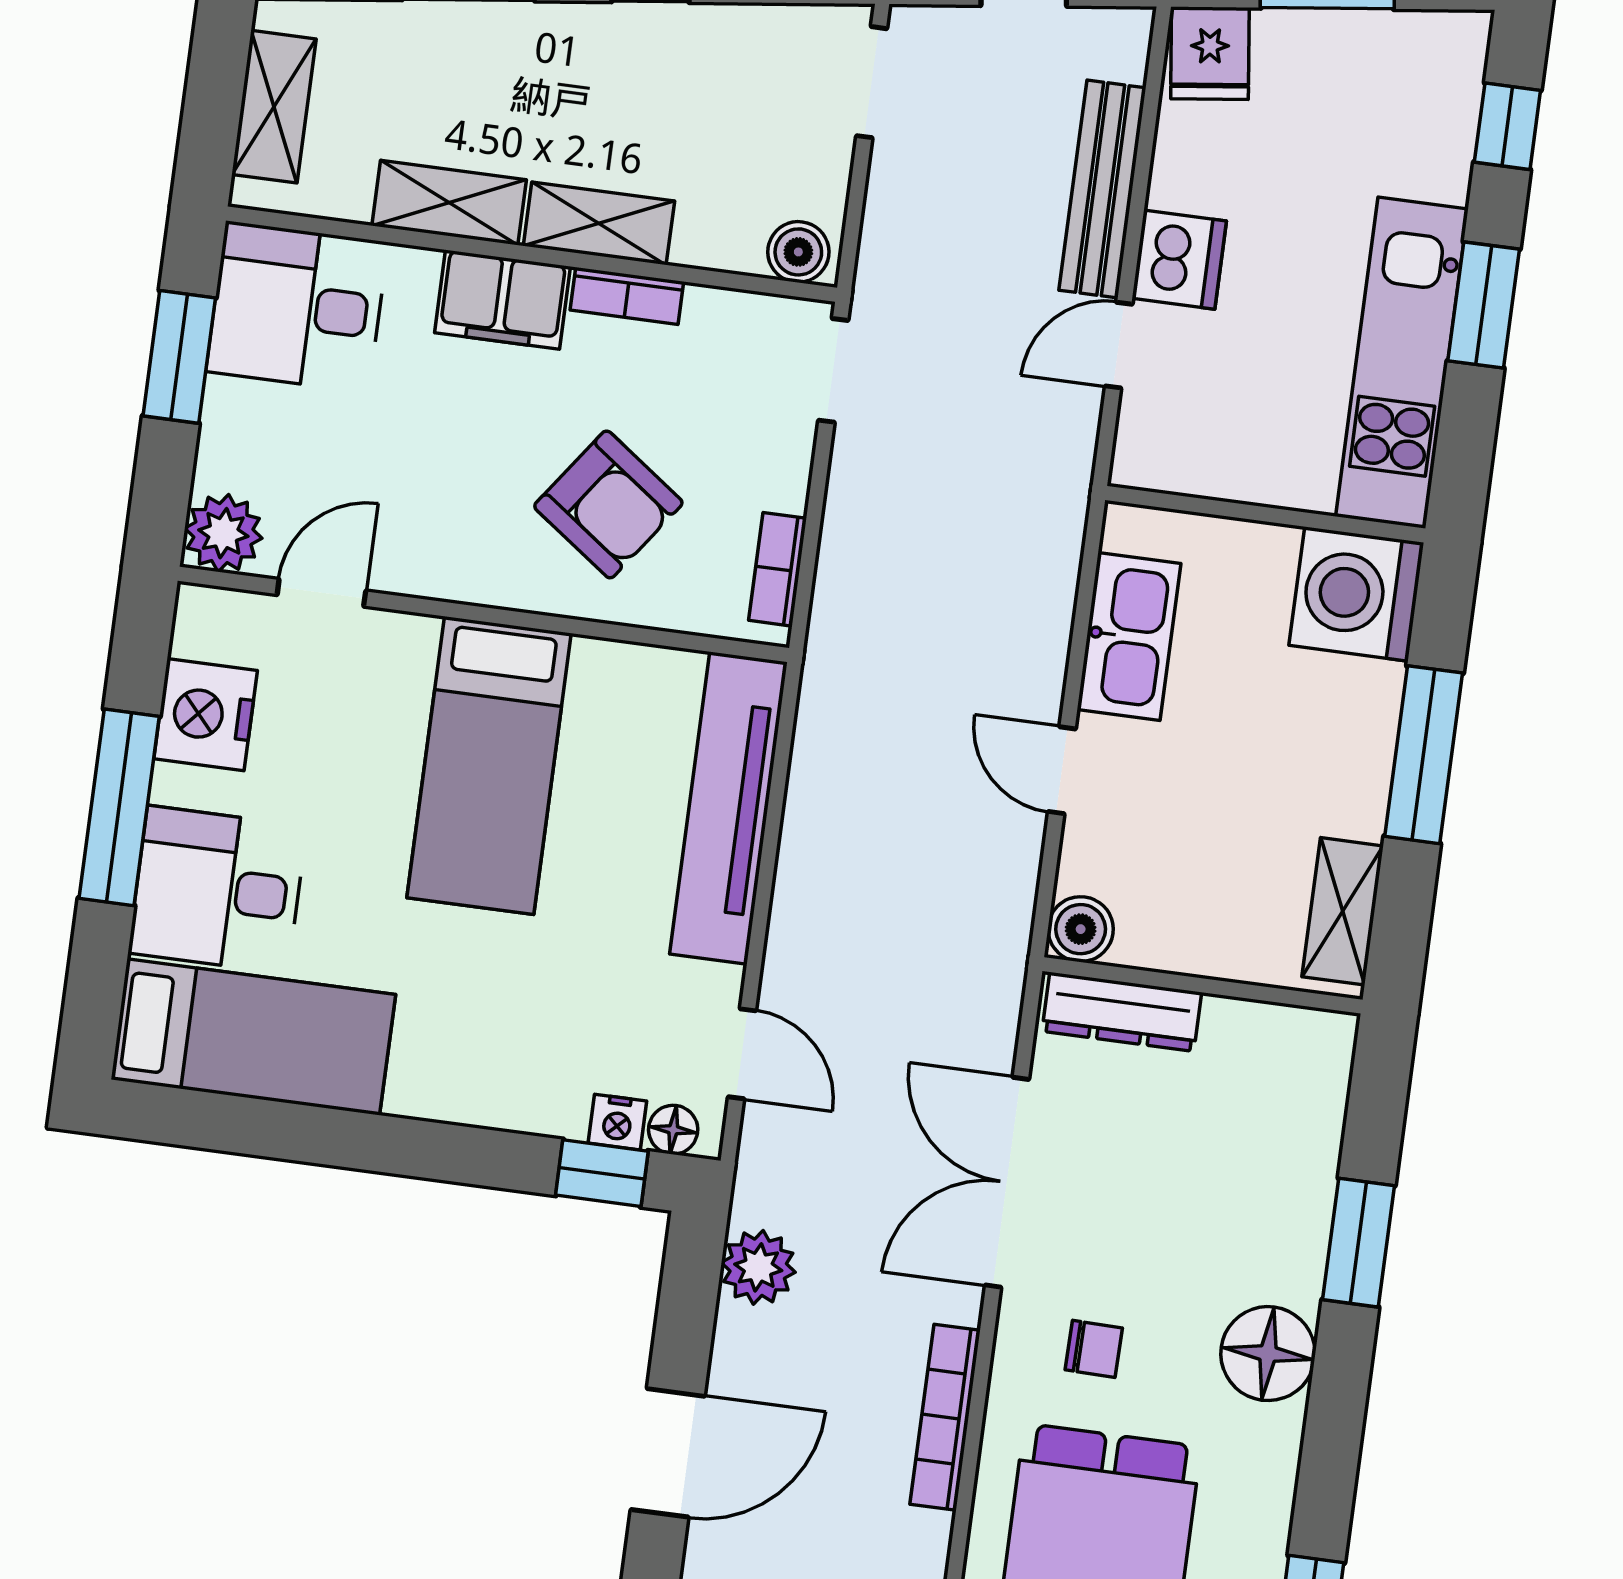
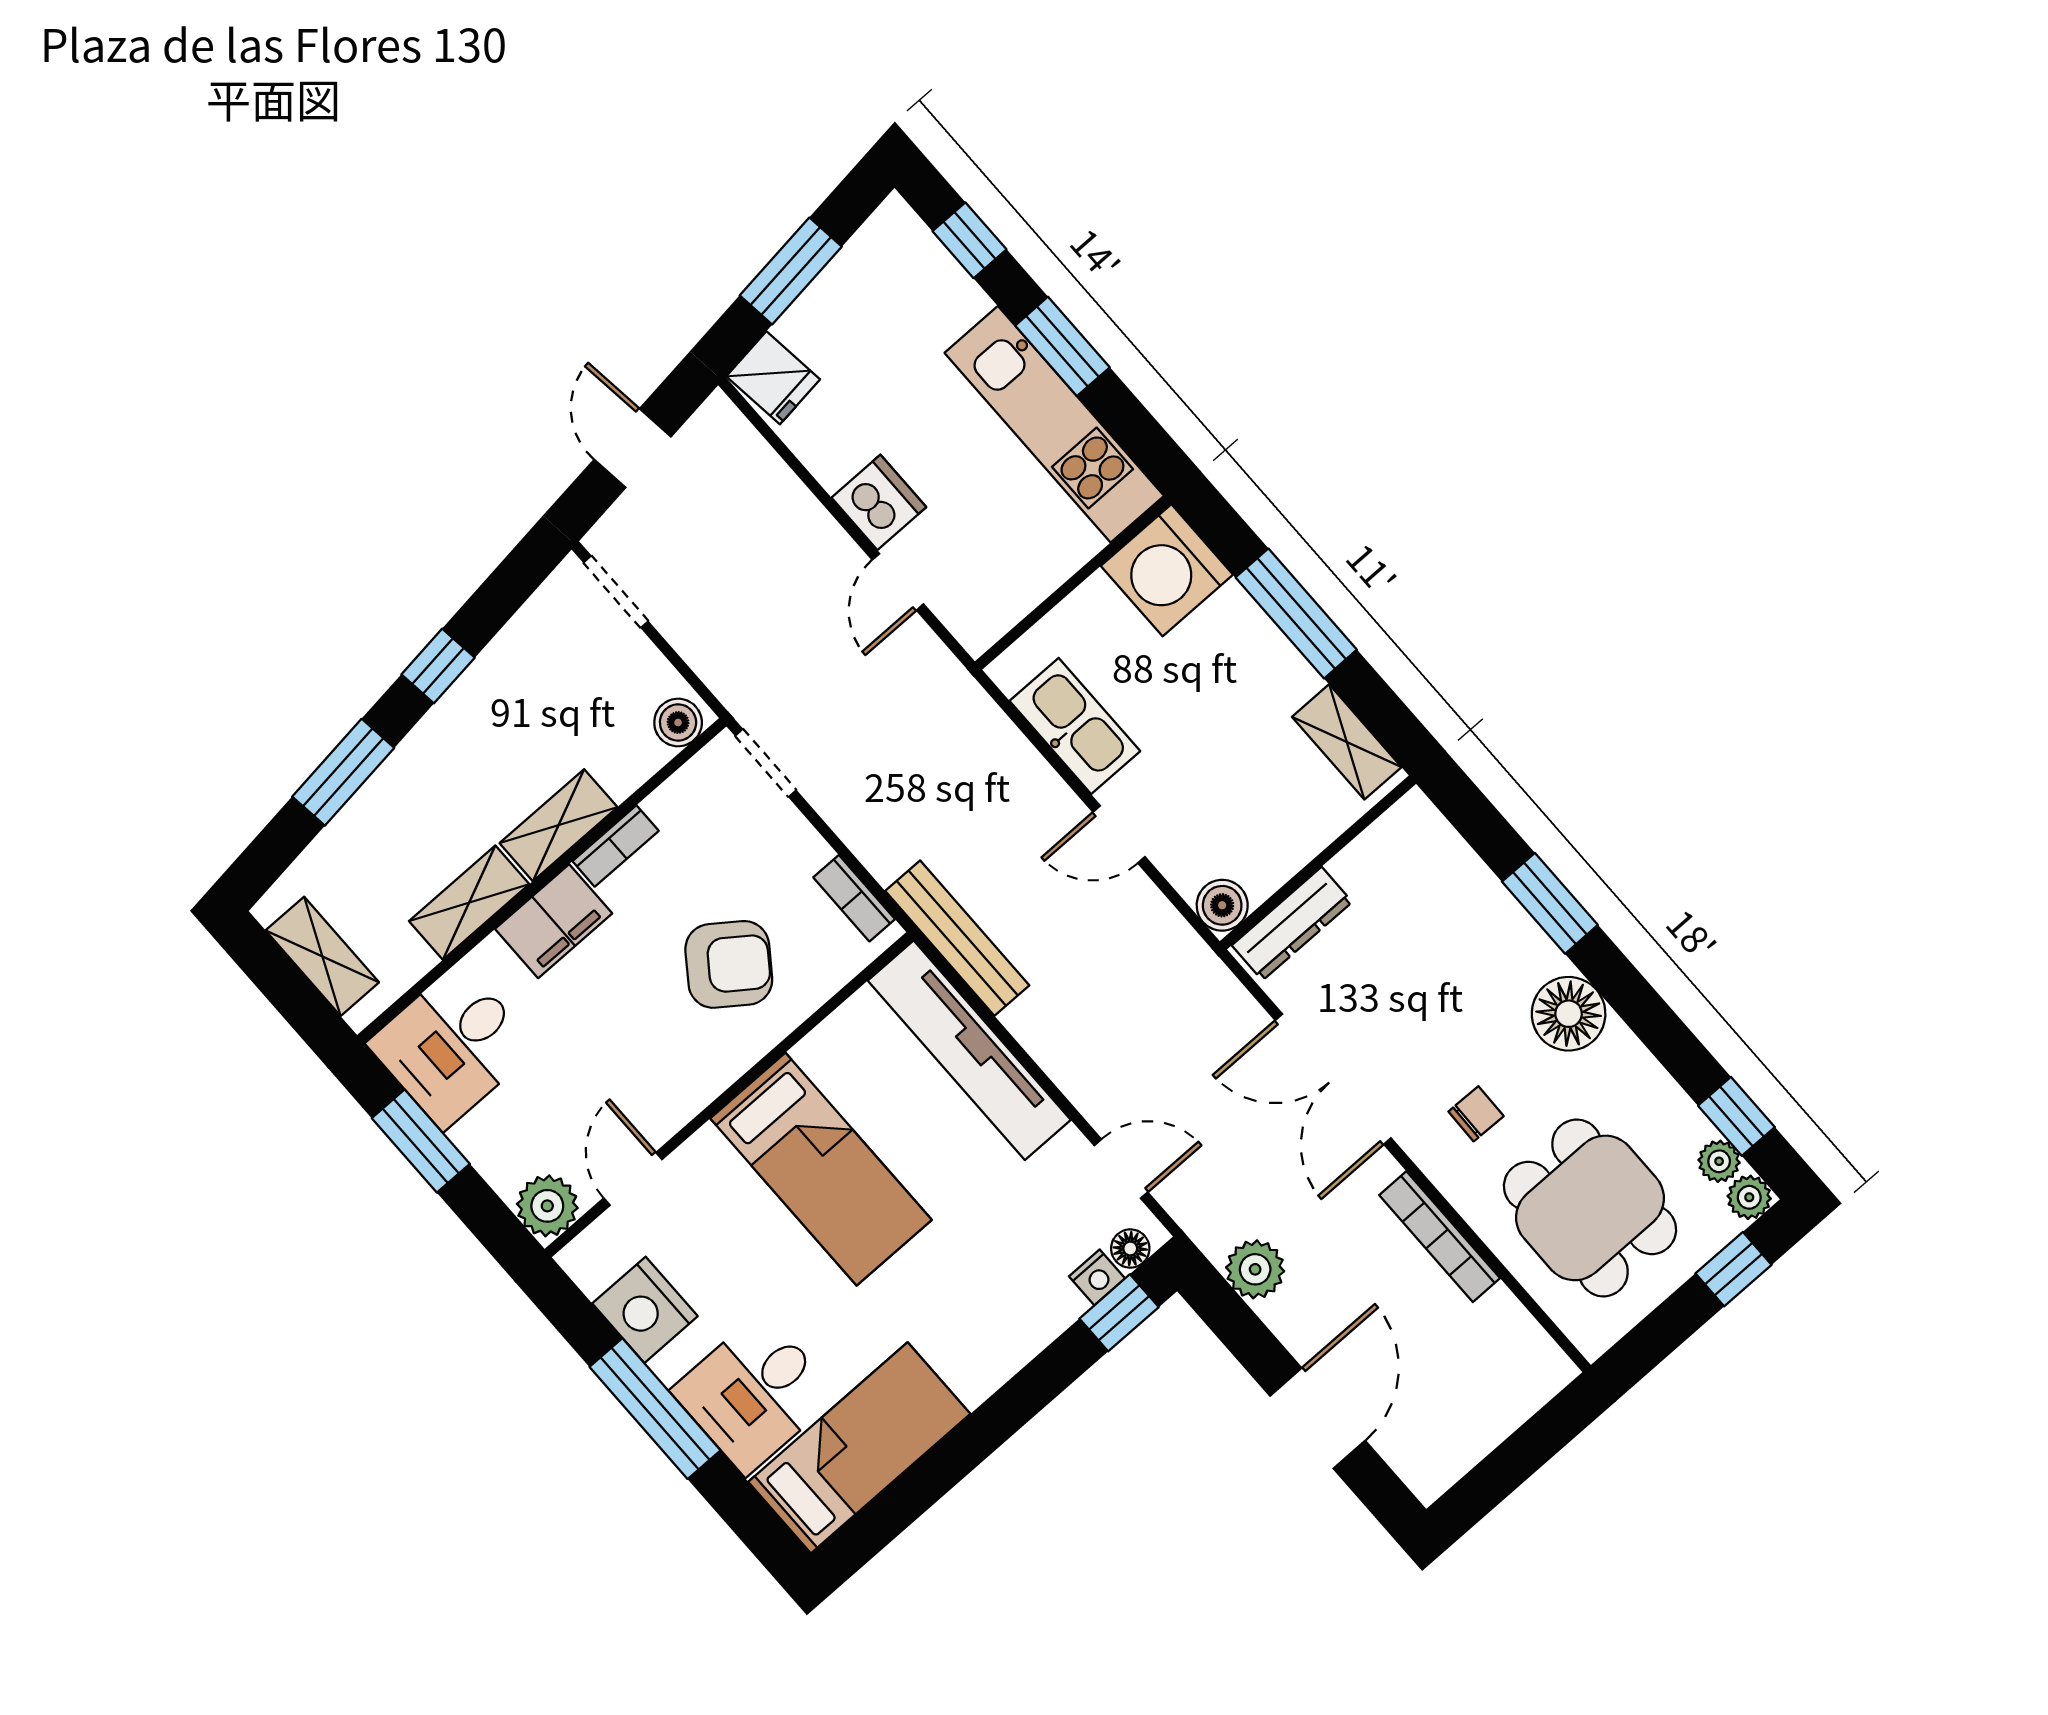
bench: (1102, 189) -> (957, 938), moved

